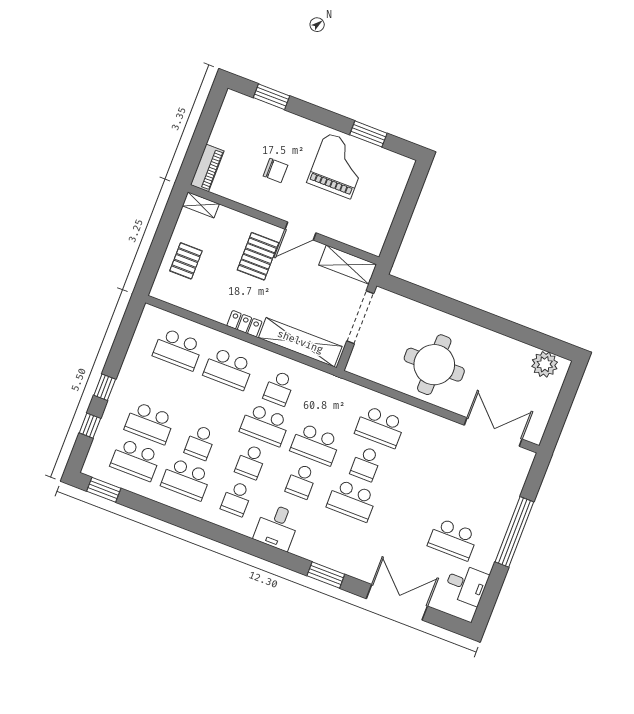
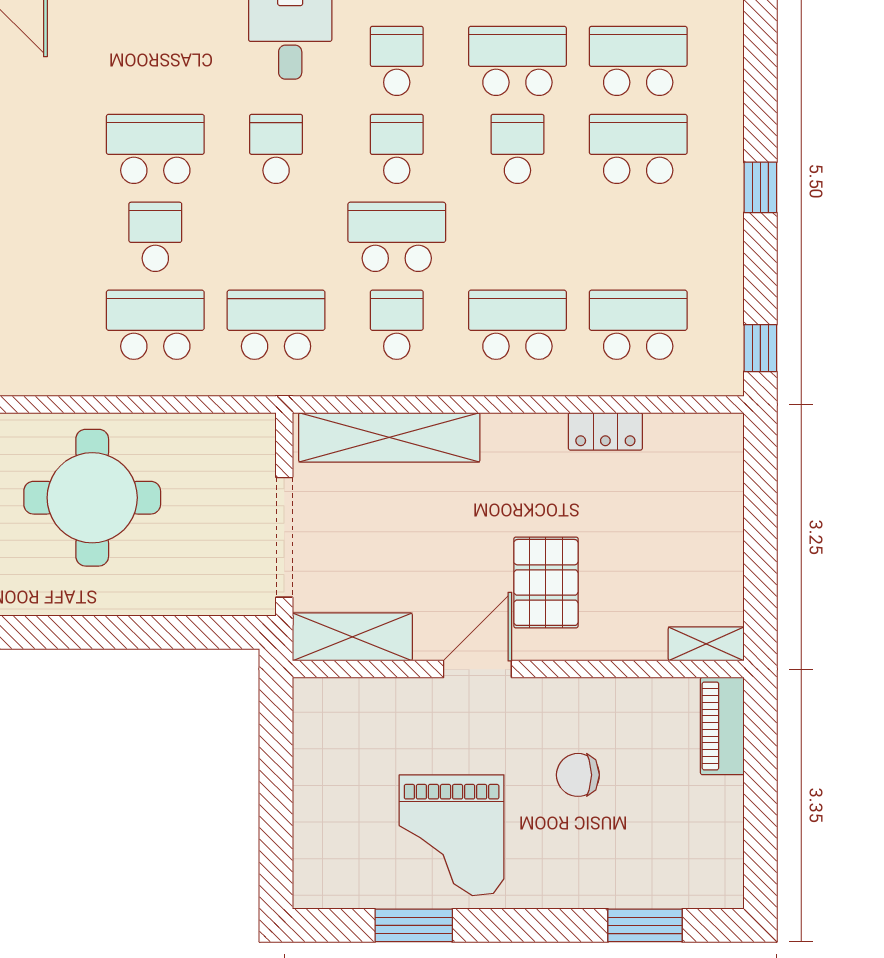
pallet: (186, 261) -> (692, 515), removed
locker: (244, 324) -> (605, 431), moved
window: (90, 426) -> (760, 348), moved
school desk: (315, 444) -> (276, 325), moved

